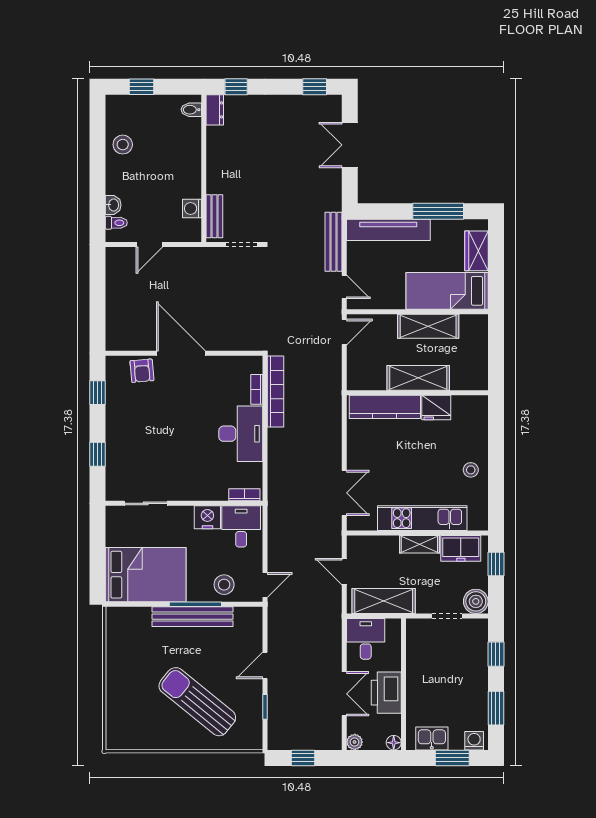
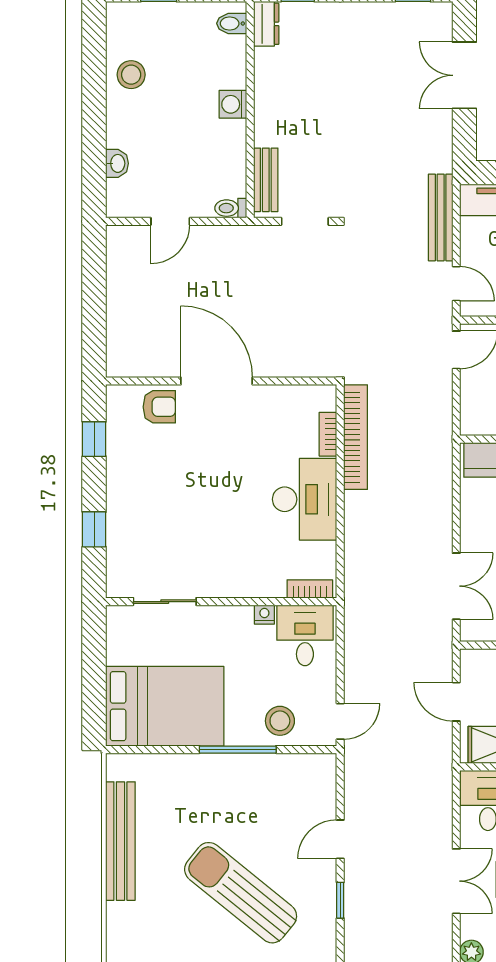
washing machine: (192, 208) -> (233, 104), moved
toilet: (116, 223) -> (231, 208), moved, turned 180
armchair: (142, 371) -> (159, 407), turned -85
nightstand: (207, 517) -> (264, 615), width x0.53, depth x0.56
bench: (193, 617) -> (120, 841), moved, turned 90

